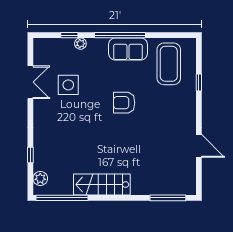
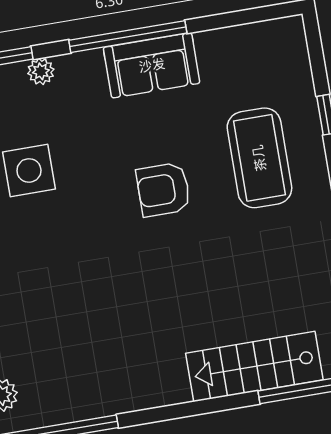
coffee table: (169, 64) -> (259, 158), moved
stairs: (102, 185) -> (254, 367), moved

